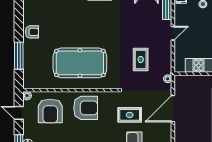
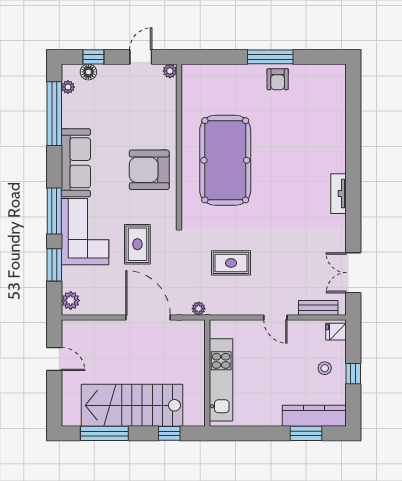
window: (19, 56) -> (270, 57), moved
armchair: (86, 108) -> (149, 170), turned 90
armchair: (50, 111) -> (144, 110), removed

